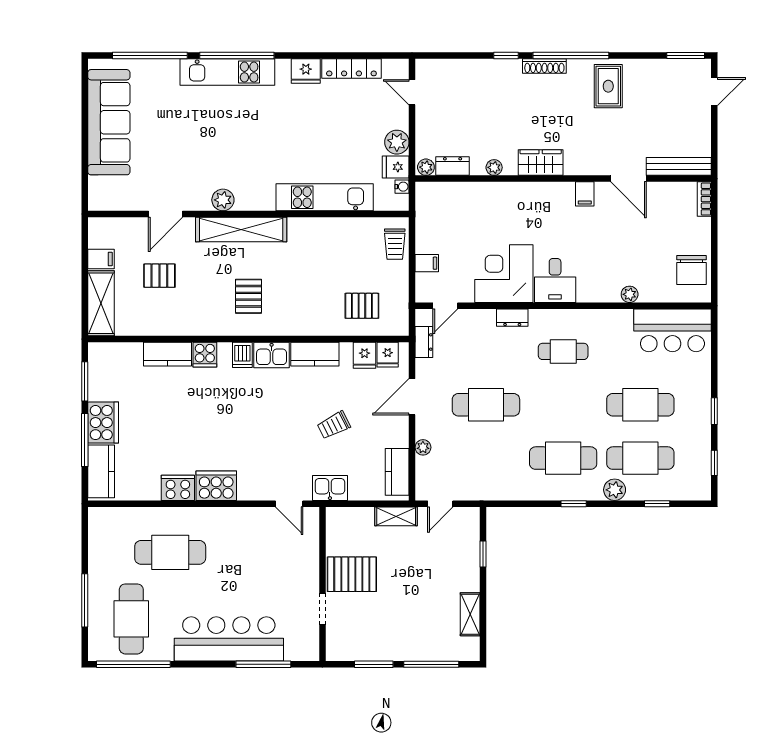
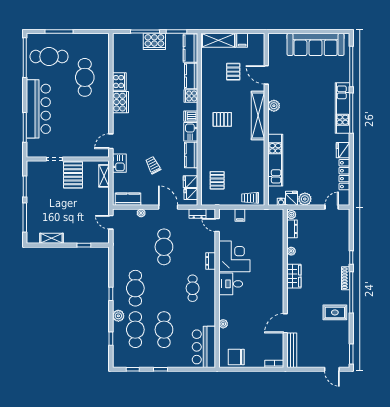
filing cabinet: (585, 194) -> (277, 300), removed
kitchen counter: (101, 471) -> (190, 48), moved, turned 90
shelving: (396, 516) -> (104, 176), moved

